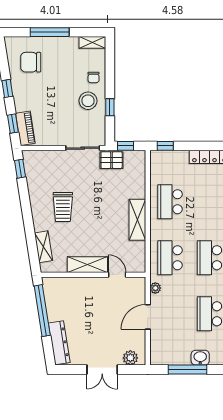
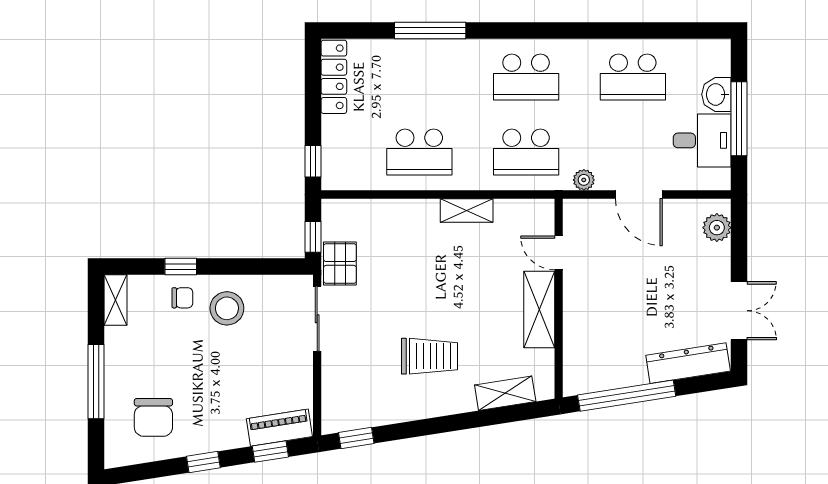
window: (110, 107) -> (181, 266), moved
shelving: (137, 220) -> (467, 210), width x0.67, depth x0.75
door: (117, 275) -> (559, 253), hinge flipped
desk: (176, 350) -> (702, 140), added
double door: (102, 370) -> (739, 311), moved

